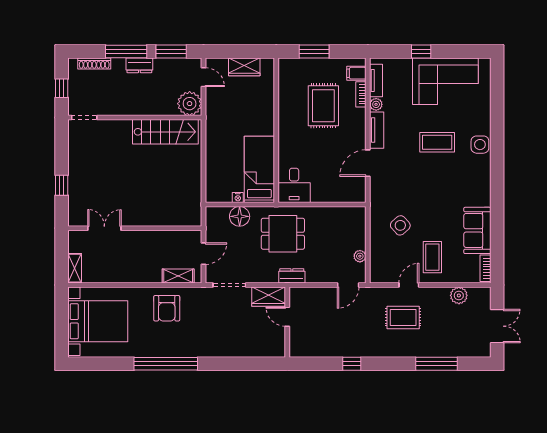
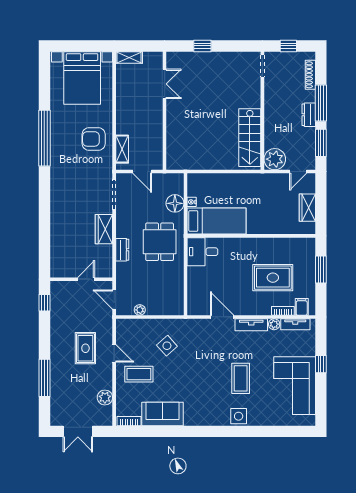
door: (287, 317) -> (86, 279), moved
wall: (287, 322) -> (81, 279), moved

